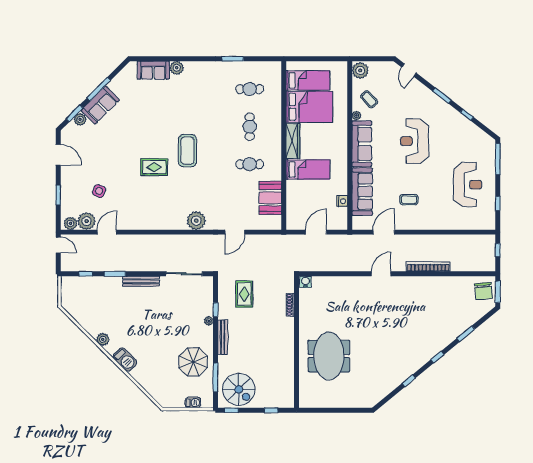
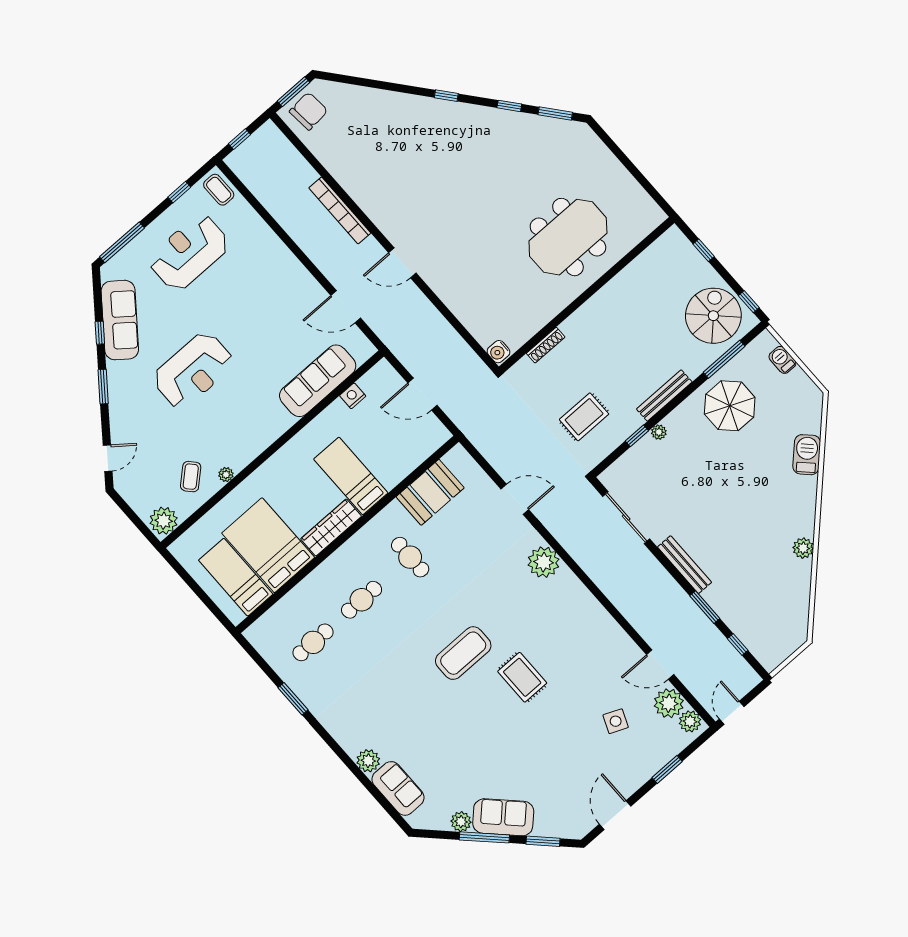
cafe table: (250, 89) -> (313, 642), turned 90
plant: (80, 119) -> (461, 822), moved
sofa: (362, 144) -> (120, 320), moved, turned 128
coffee table: (409, 200) -> (219, 190), moved
window: (466, 334) -> (555, 113), moved
barbecue: (125, 360) -> (807, 455), moved

